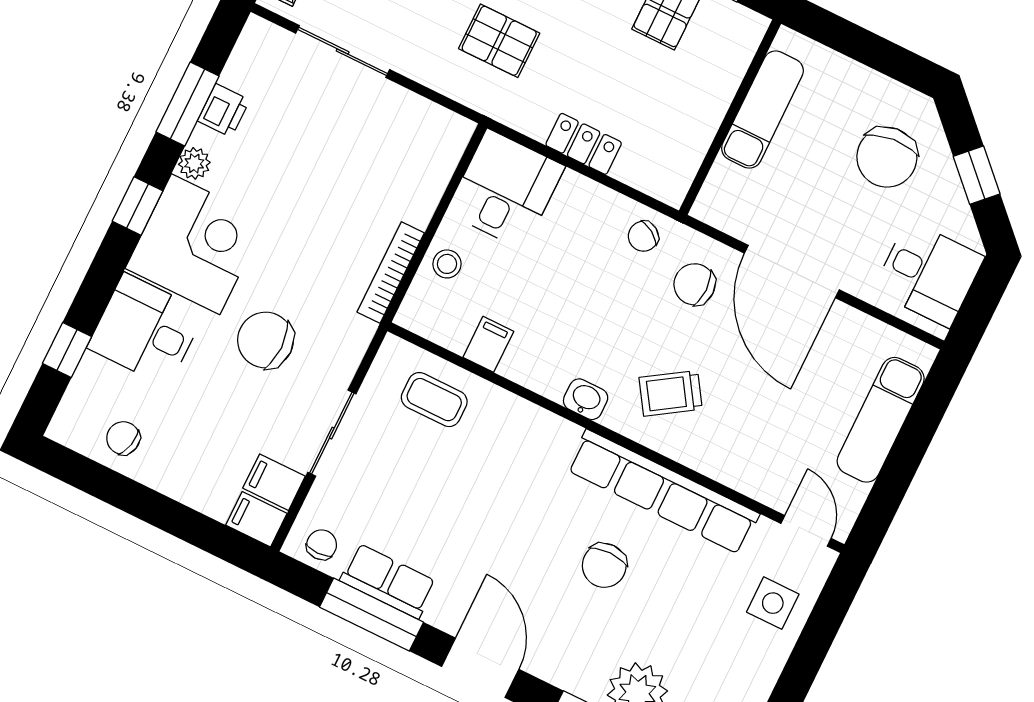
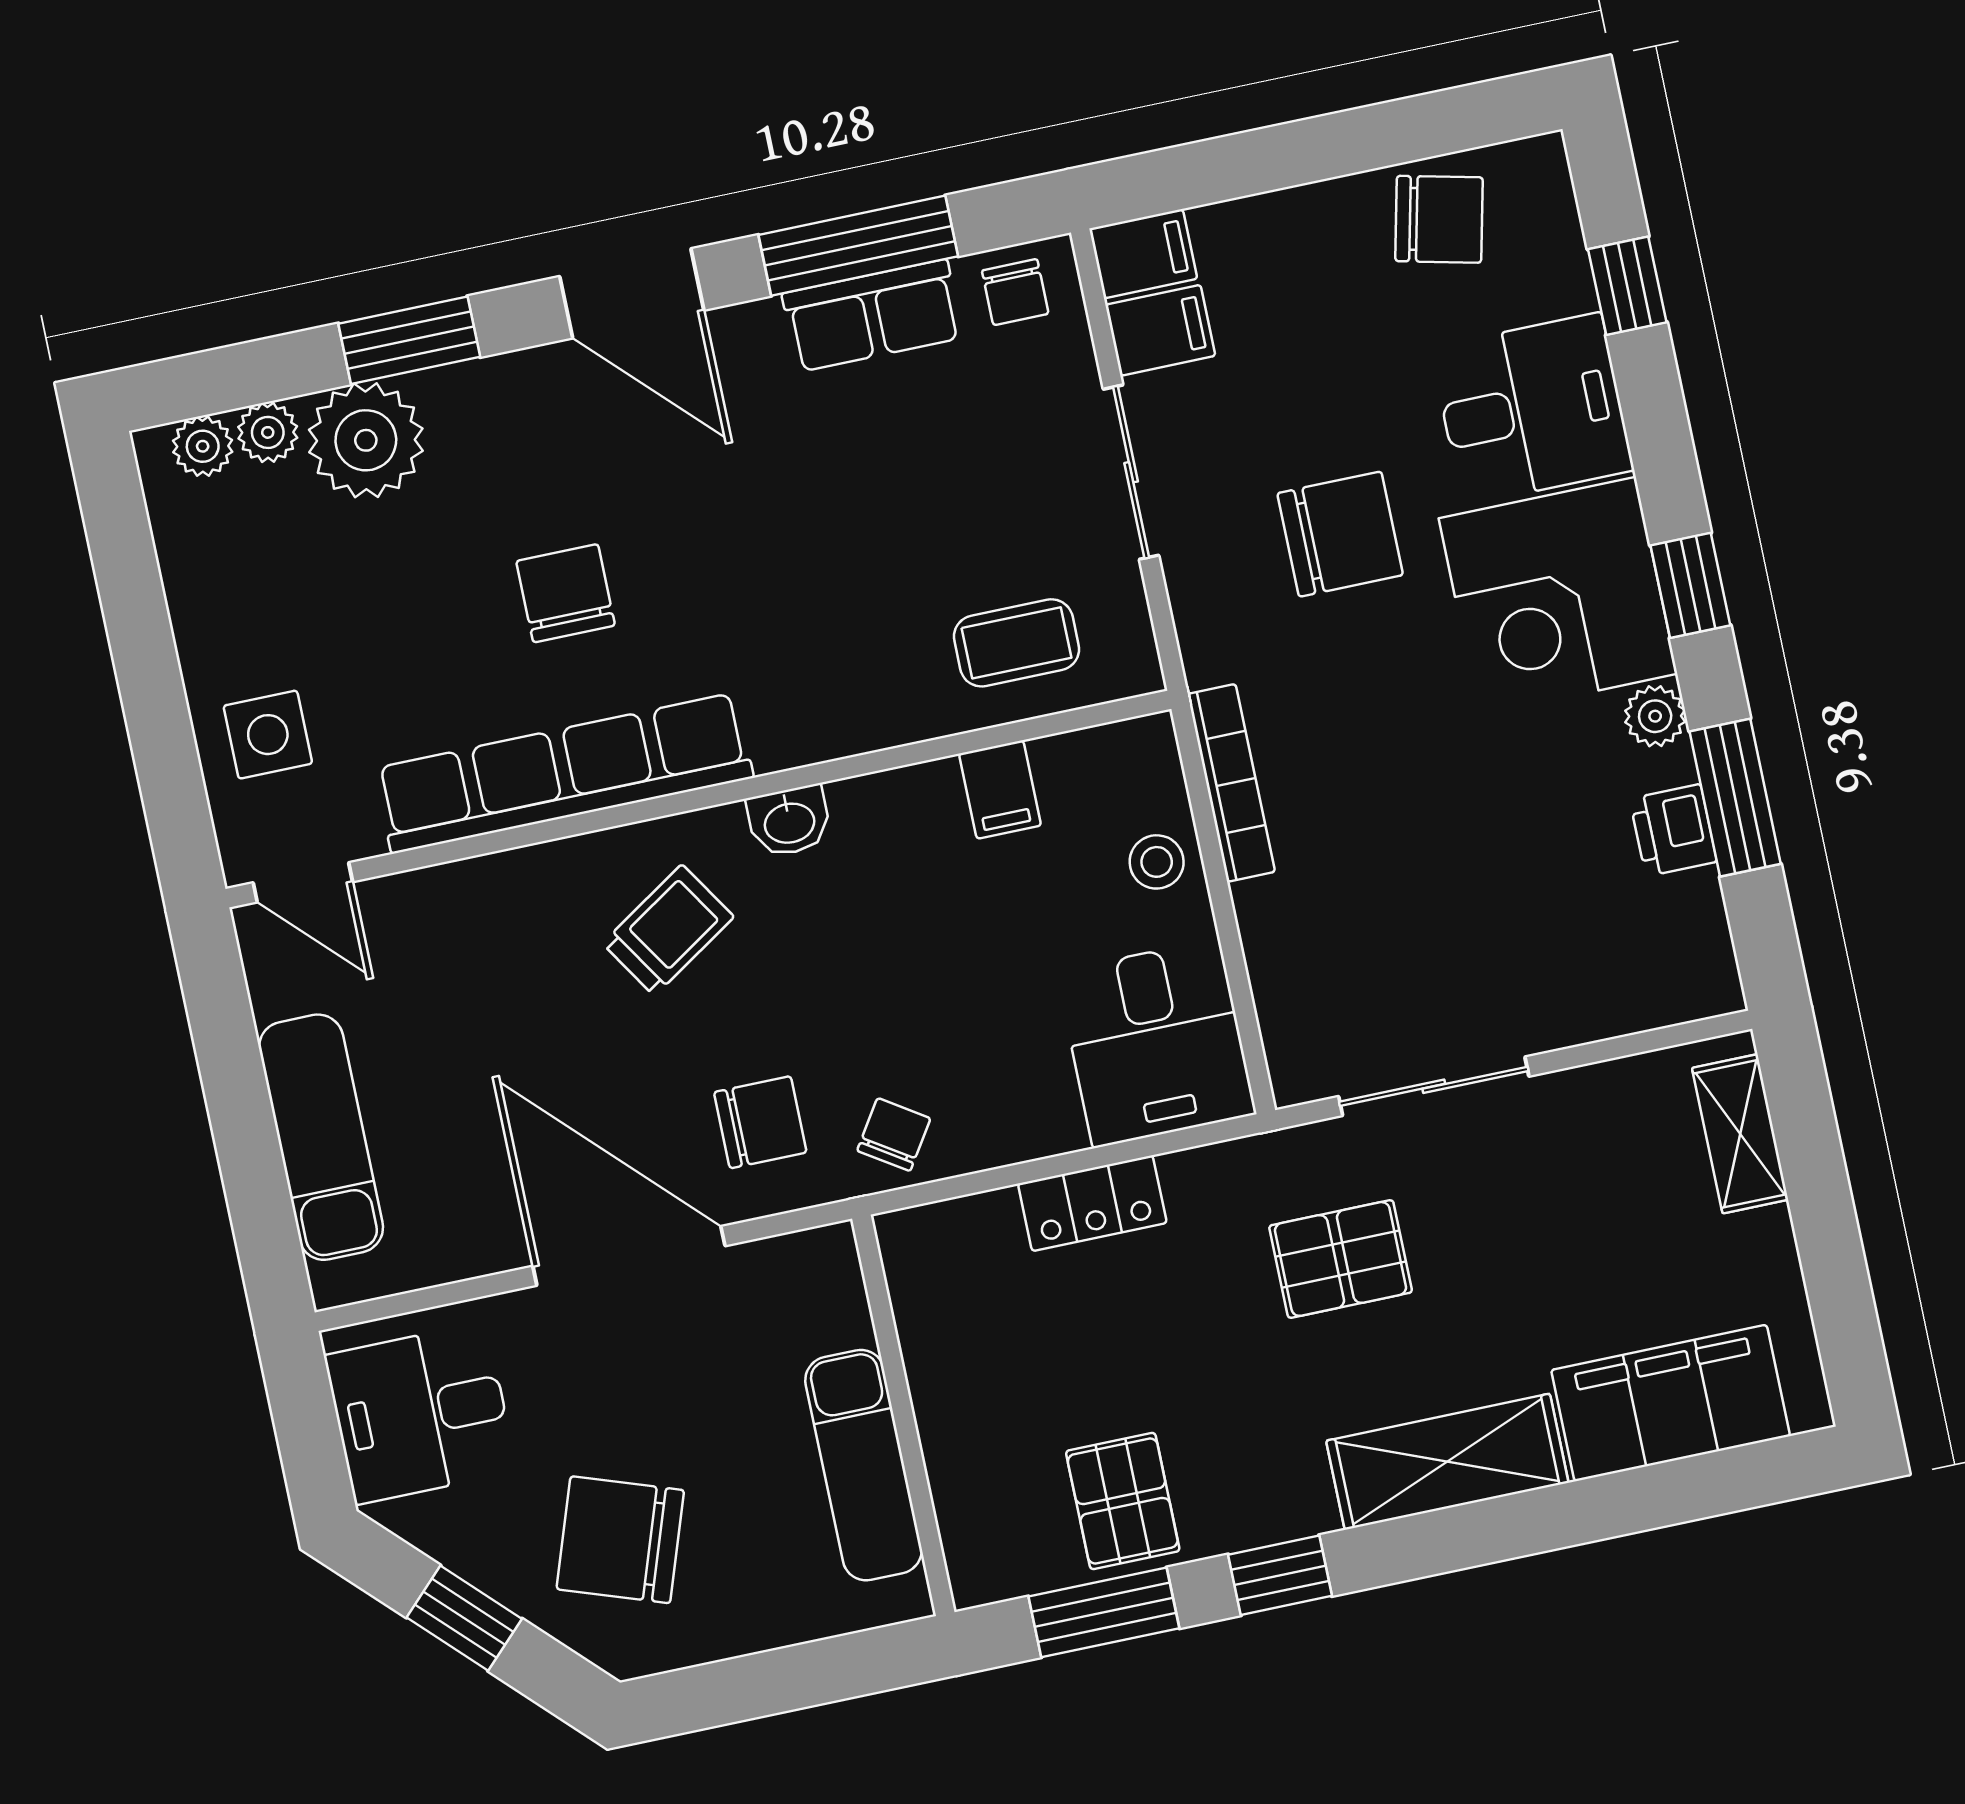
sliding door: (343, 51) -> (1434, 1086), moved
chair: (887, 157) -> (620, 1540), turned -66
chair: (123, 438) -> (1439, 219), width x1.37, depth x1.37

